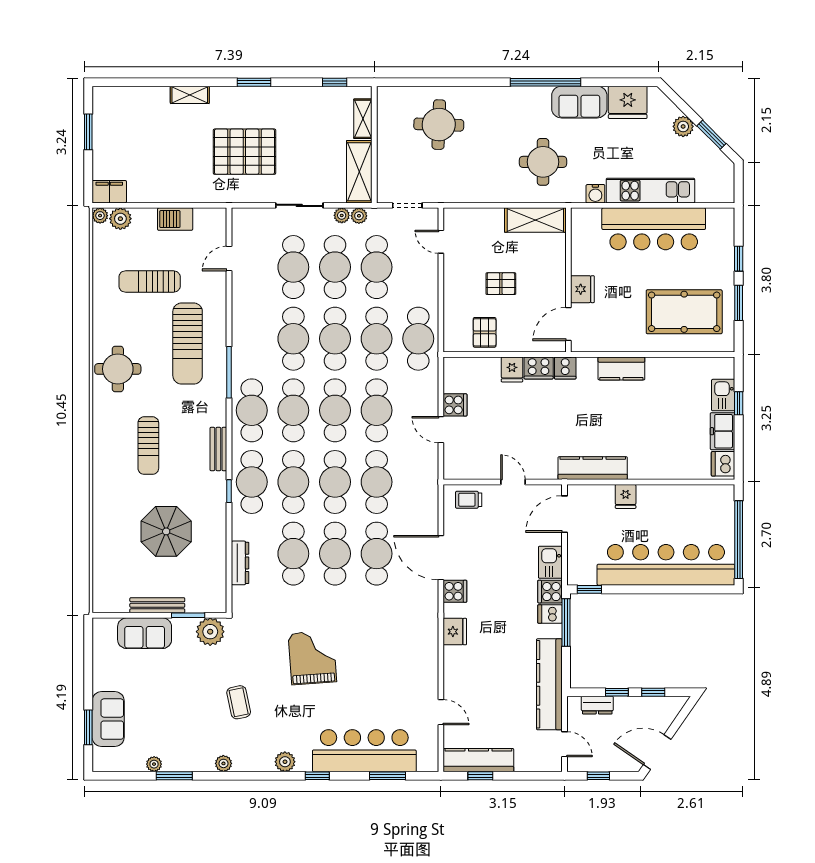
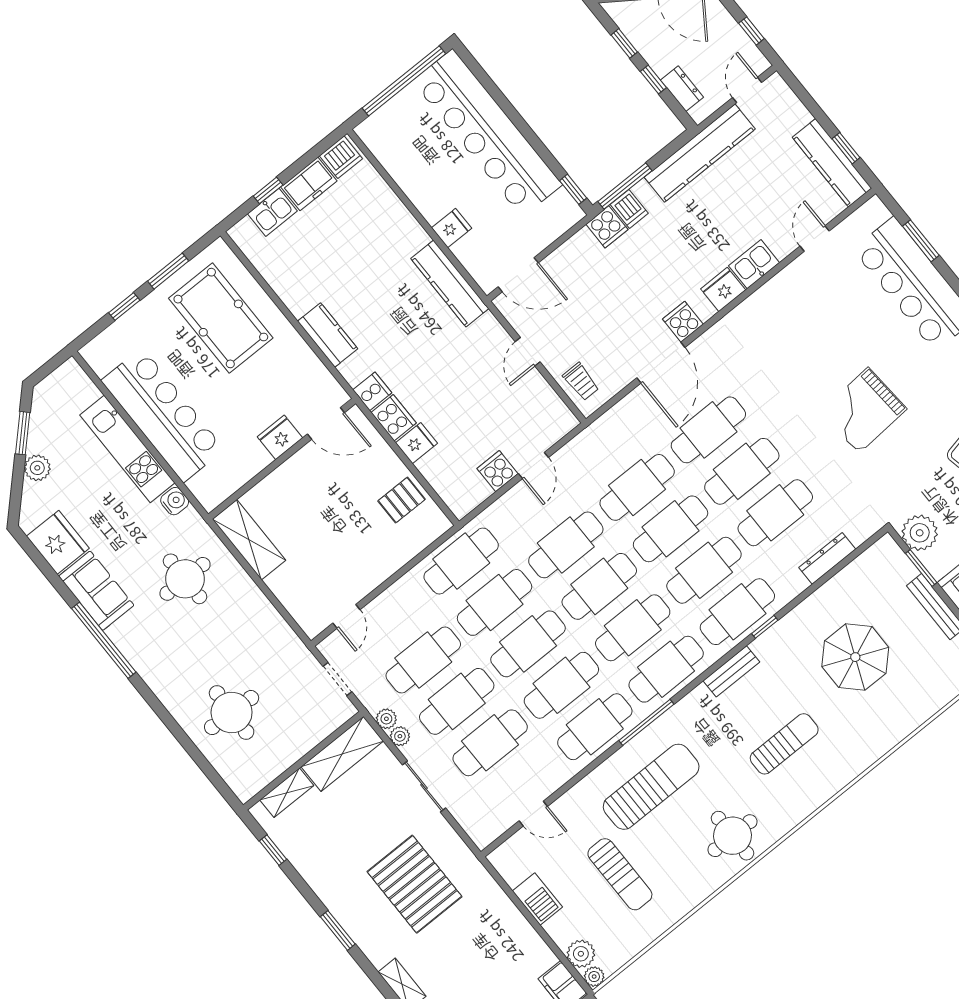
pallet: (501, 284) -> (340, 523), removed
cafe table: (252, 339) -> (595, 727), added
kitchen sink: (550, 562) -> (754, 264), moved, turned 180

